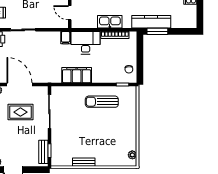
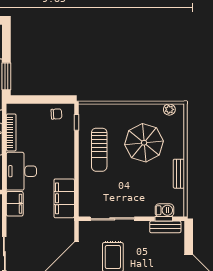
filing cabinet: (66, 38) -> (15, 204), width x2.00
filing cabinet: (77, 75) -> (64, 198), moved
parasol: (107, 136) -> (144, 143), added
barbecue: (56, 151) -> (164, 210), added

